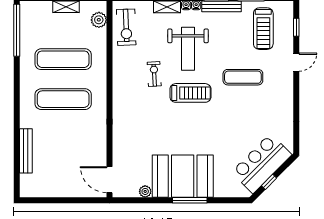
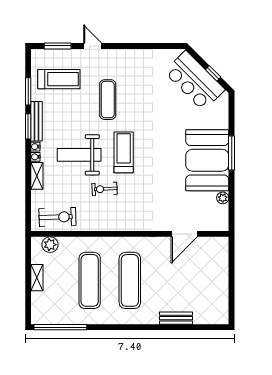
window: (296, 27) -> (58, 46), width x1.50
weight bench: (188, 49) -> (79, 155), turned 180
bench: (26, 151) -> (176, 318), width x0.73
door: (109, 180) -> (184, 234), moved

